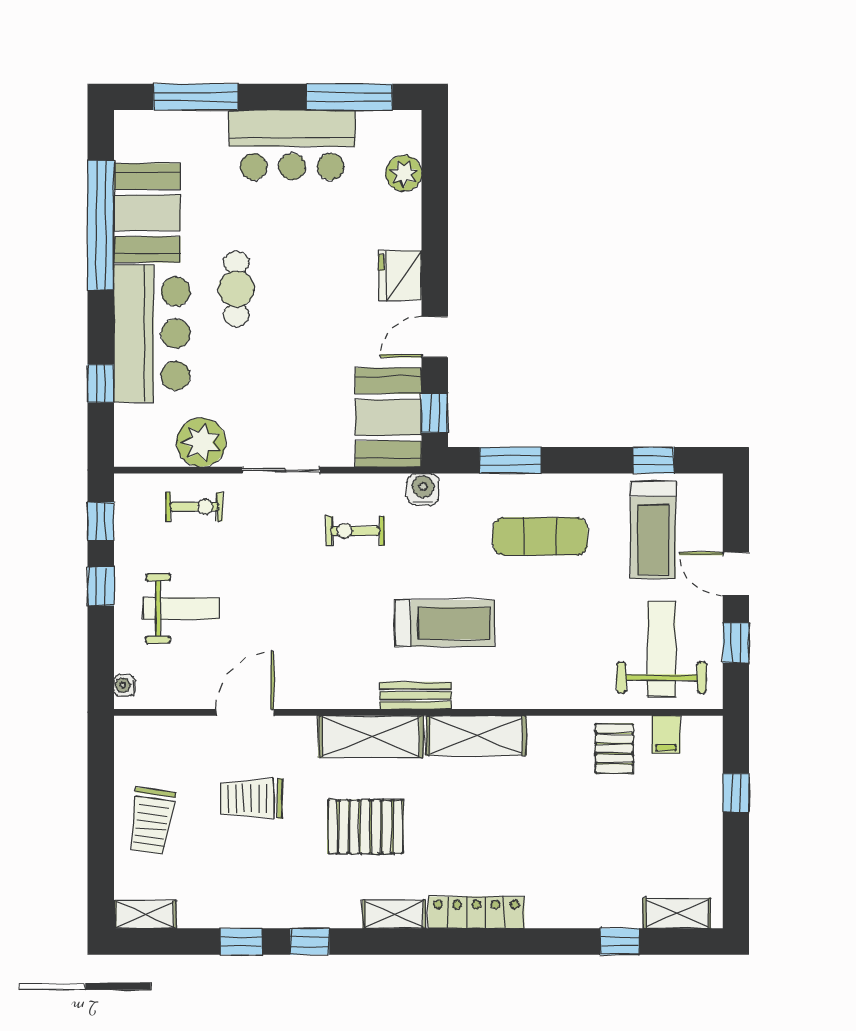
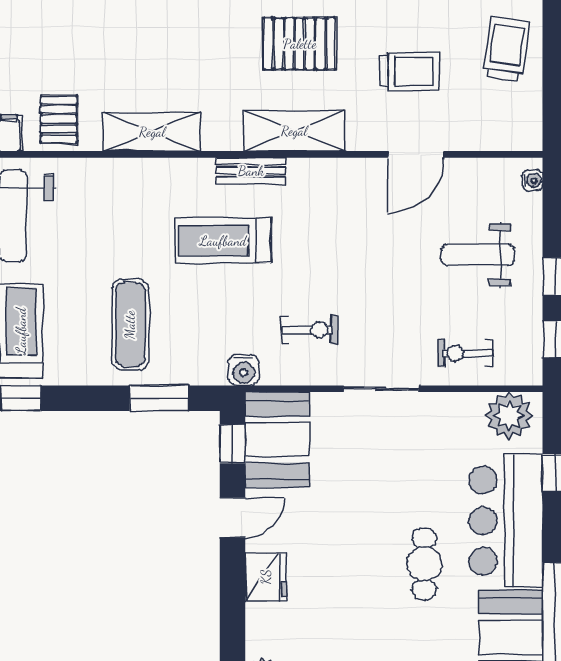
plant: (201, 442) -> (509, 415), moved
exercise mat: (540, 536) -> (130, 325), turned 90
shelving: (476, 736) -> (152, 132), moved

